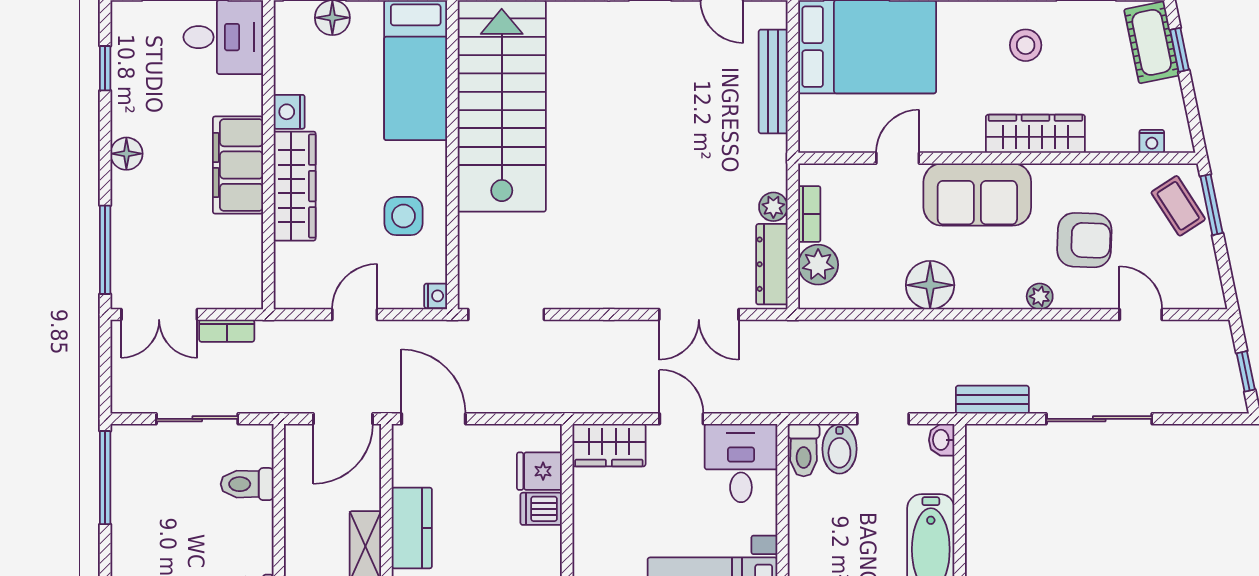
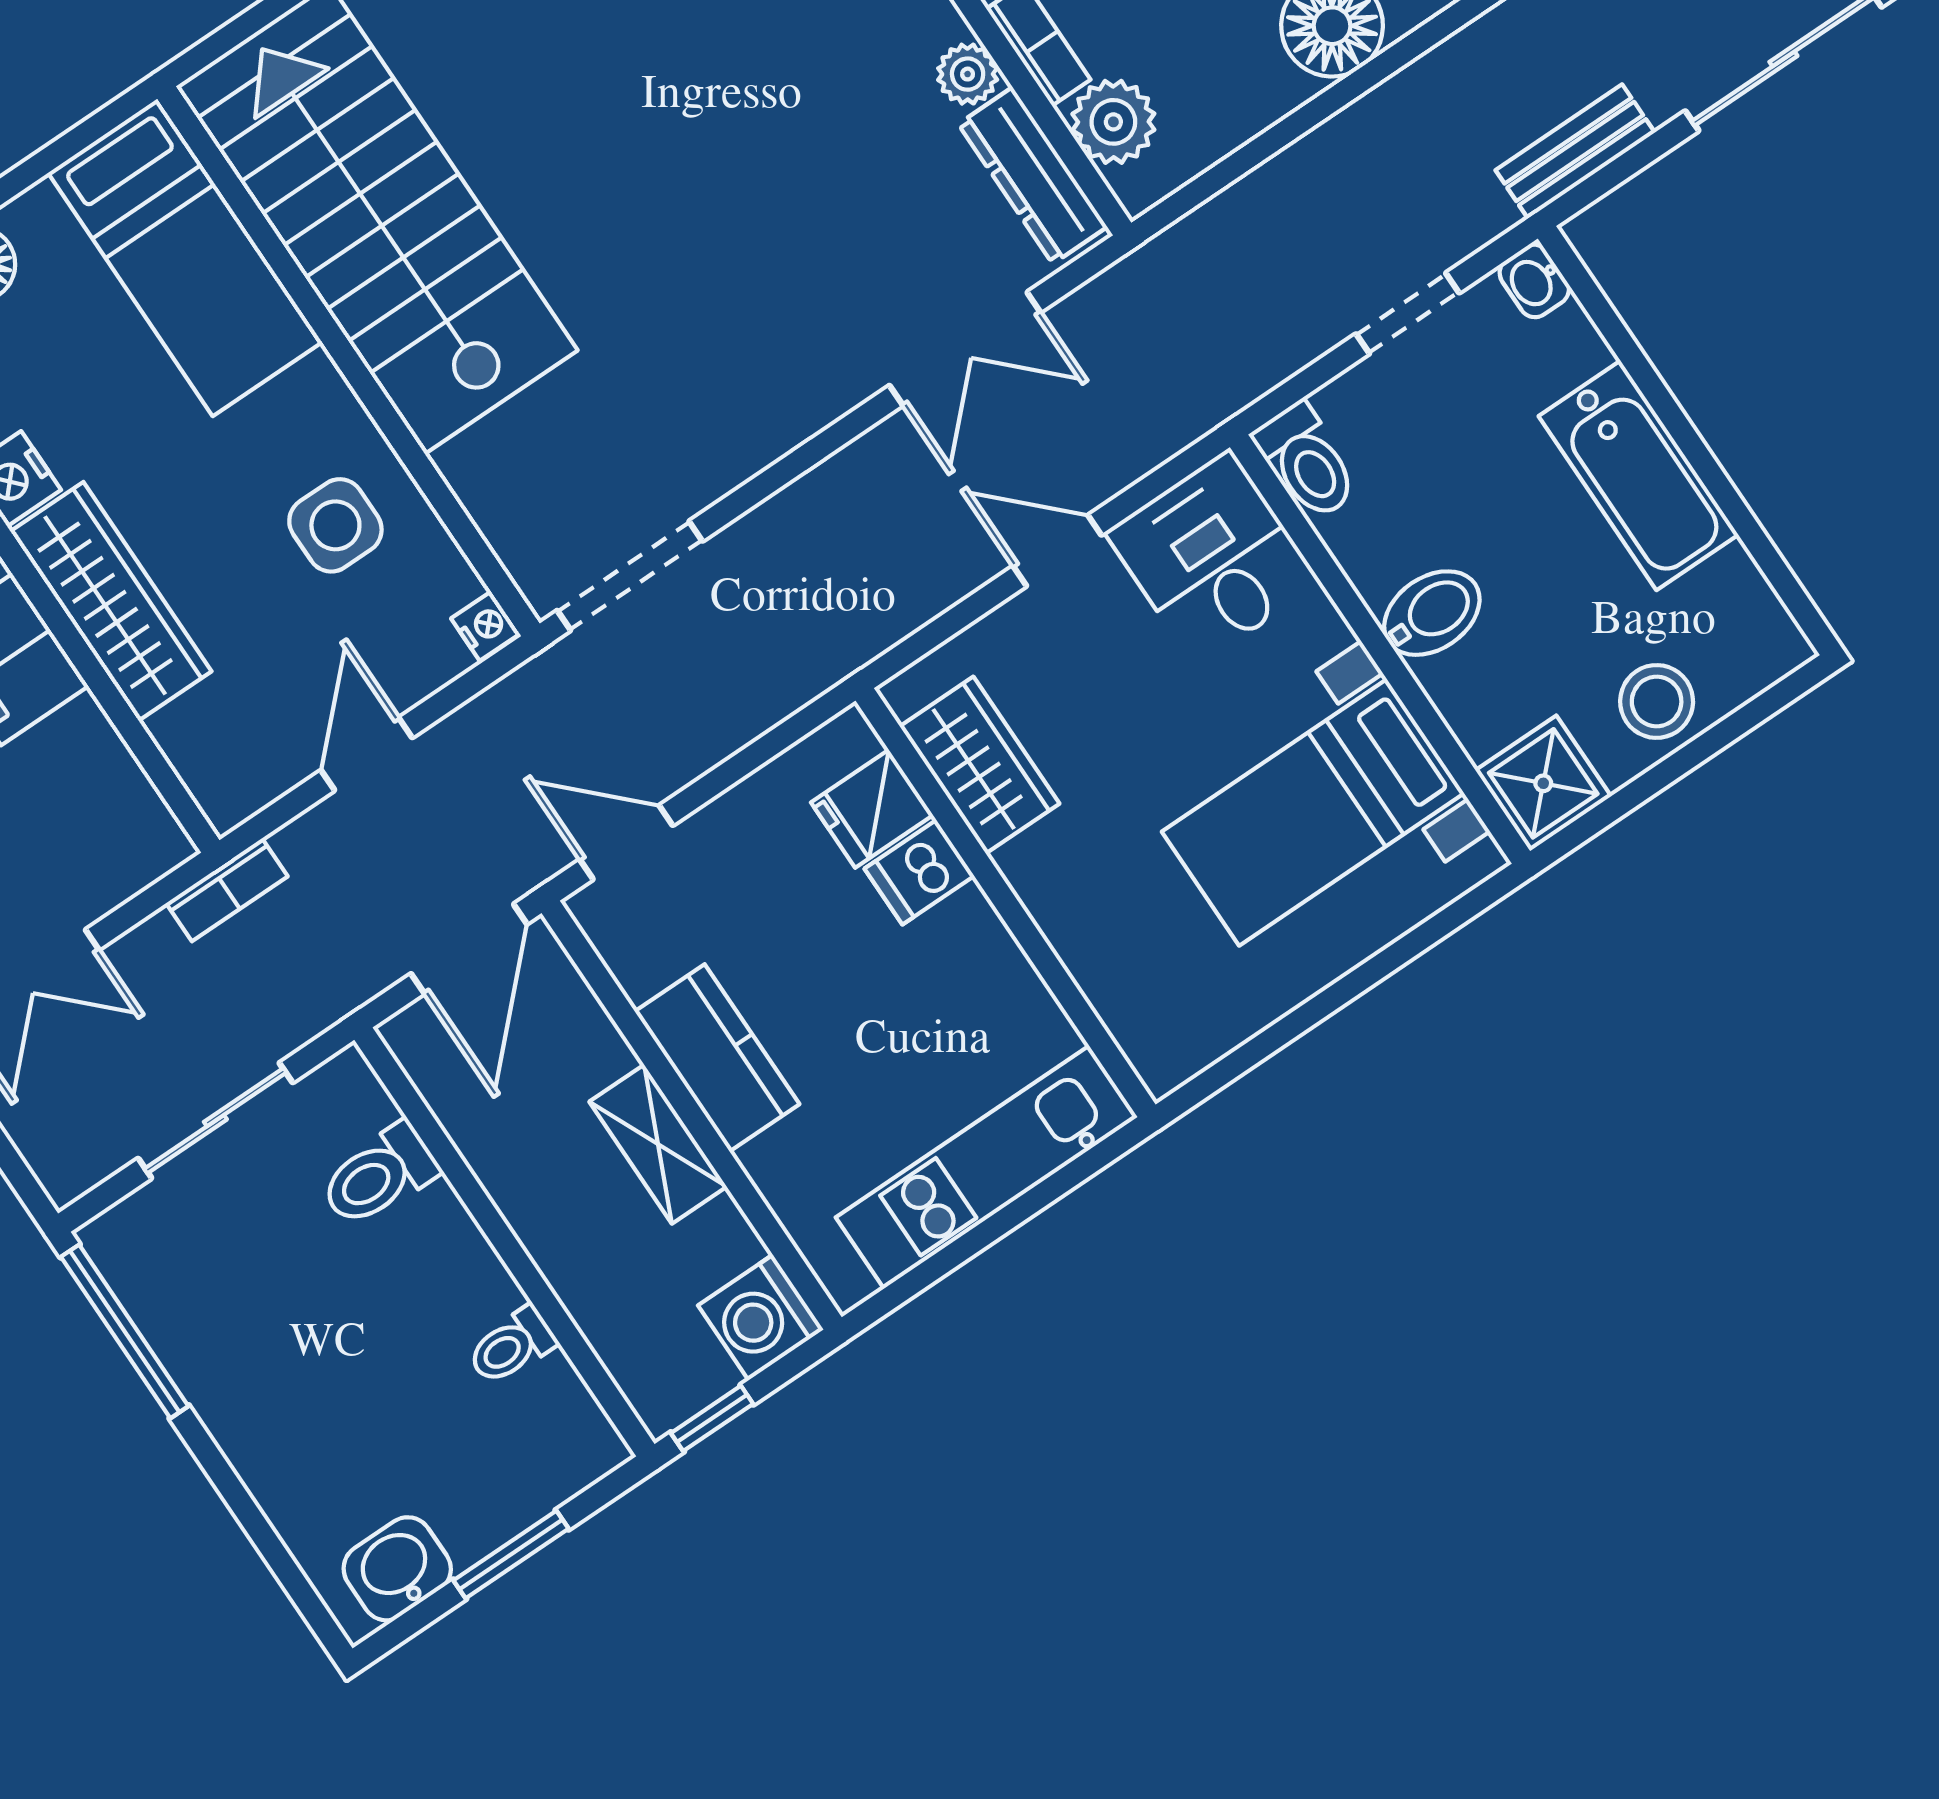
bookcase: (227, 331) -> (227, 890), moved
door: (433, 419) -> (626, 842), width x0.73
wardrobe: (609, 445) -> (980, 765), moved, turned -90
bidet: (839, 449) -> (1432, 613), moved, turned -90

